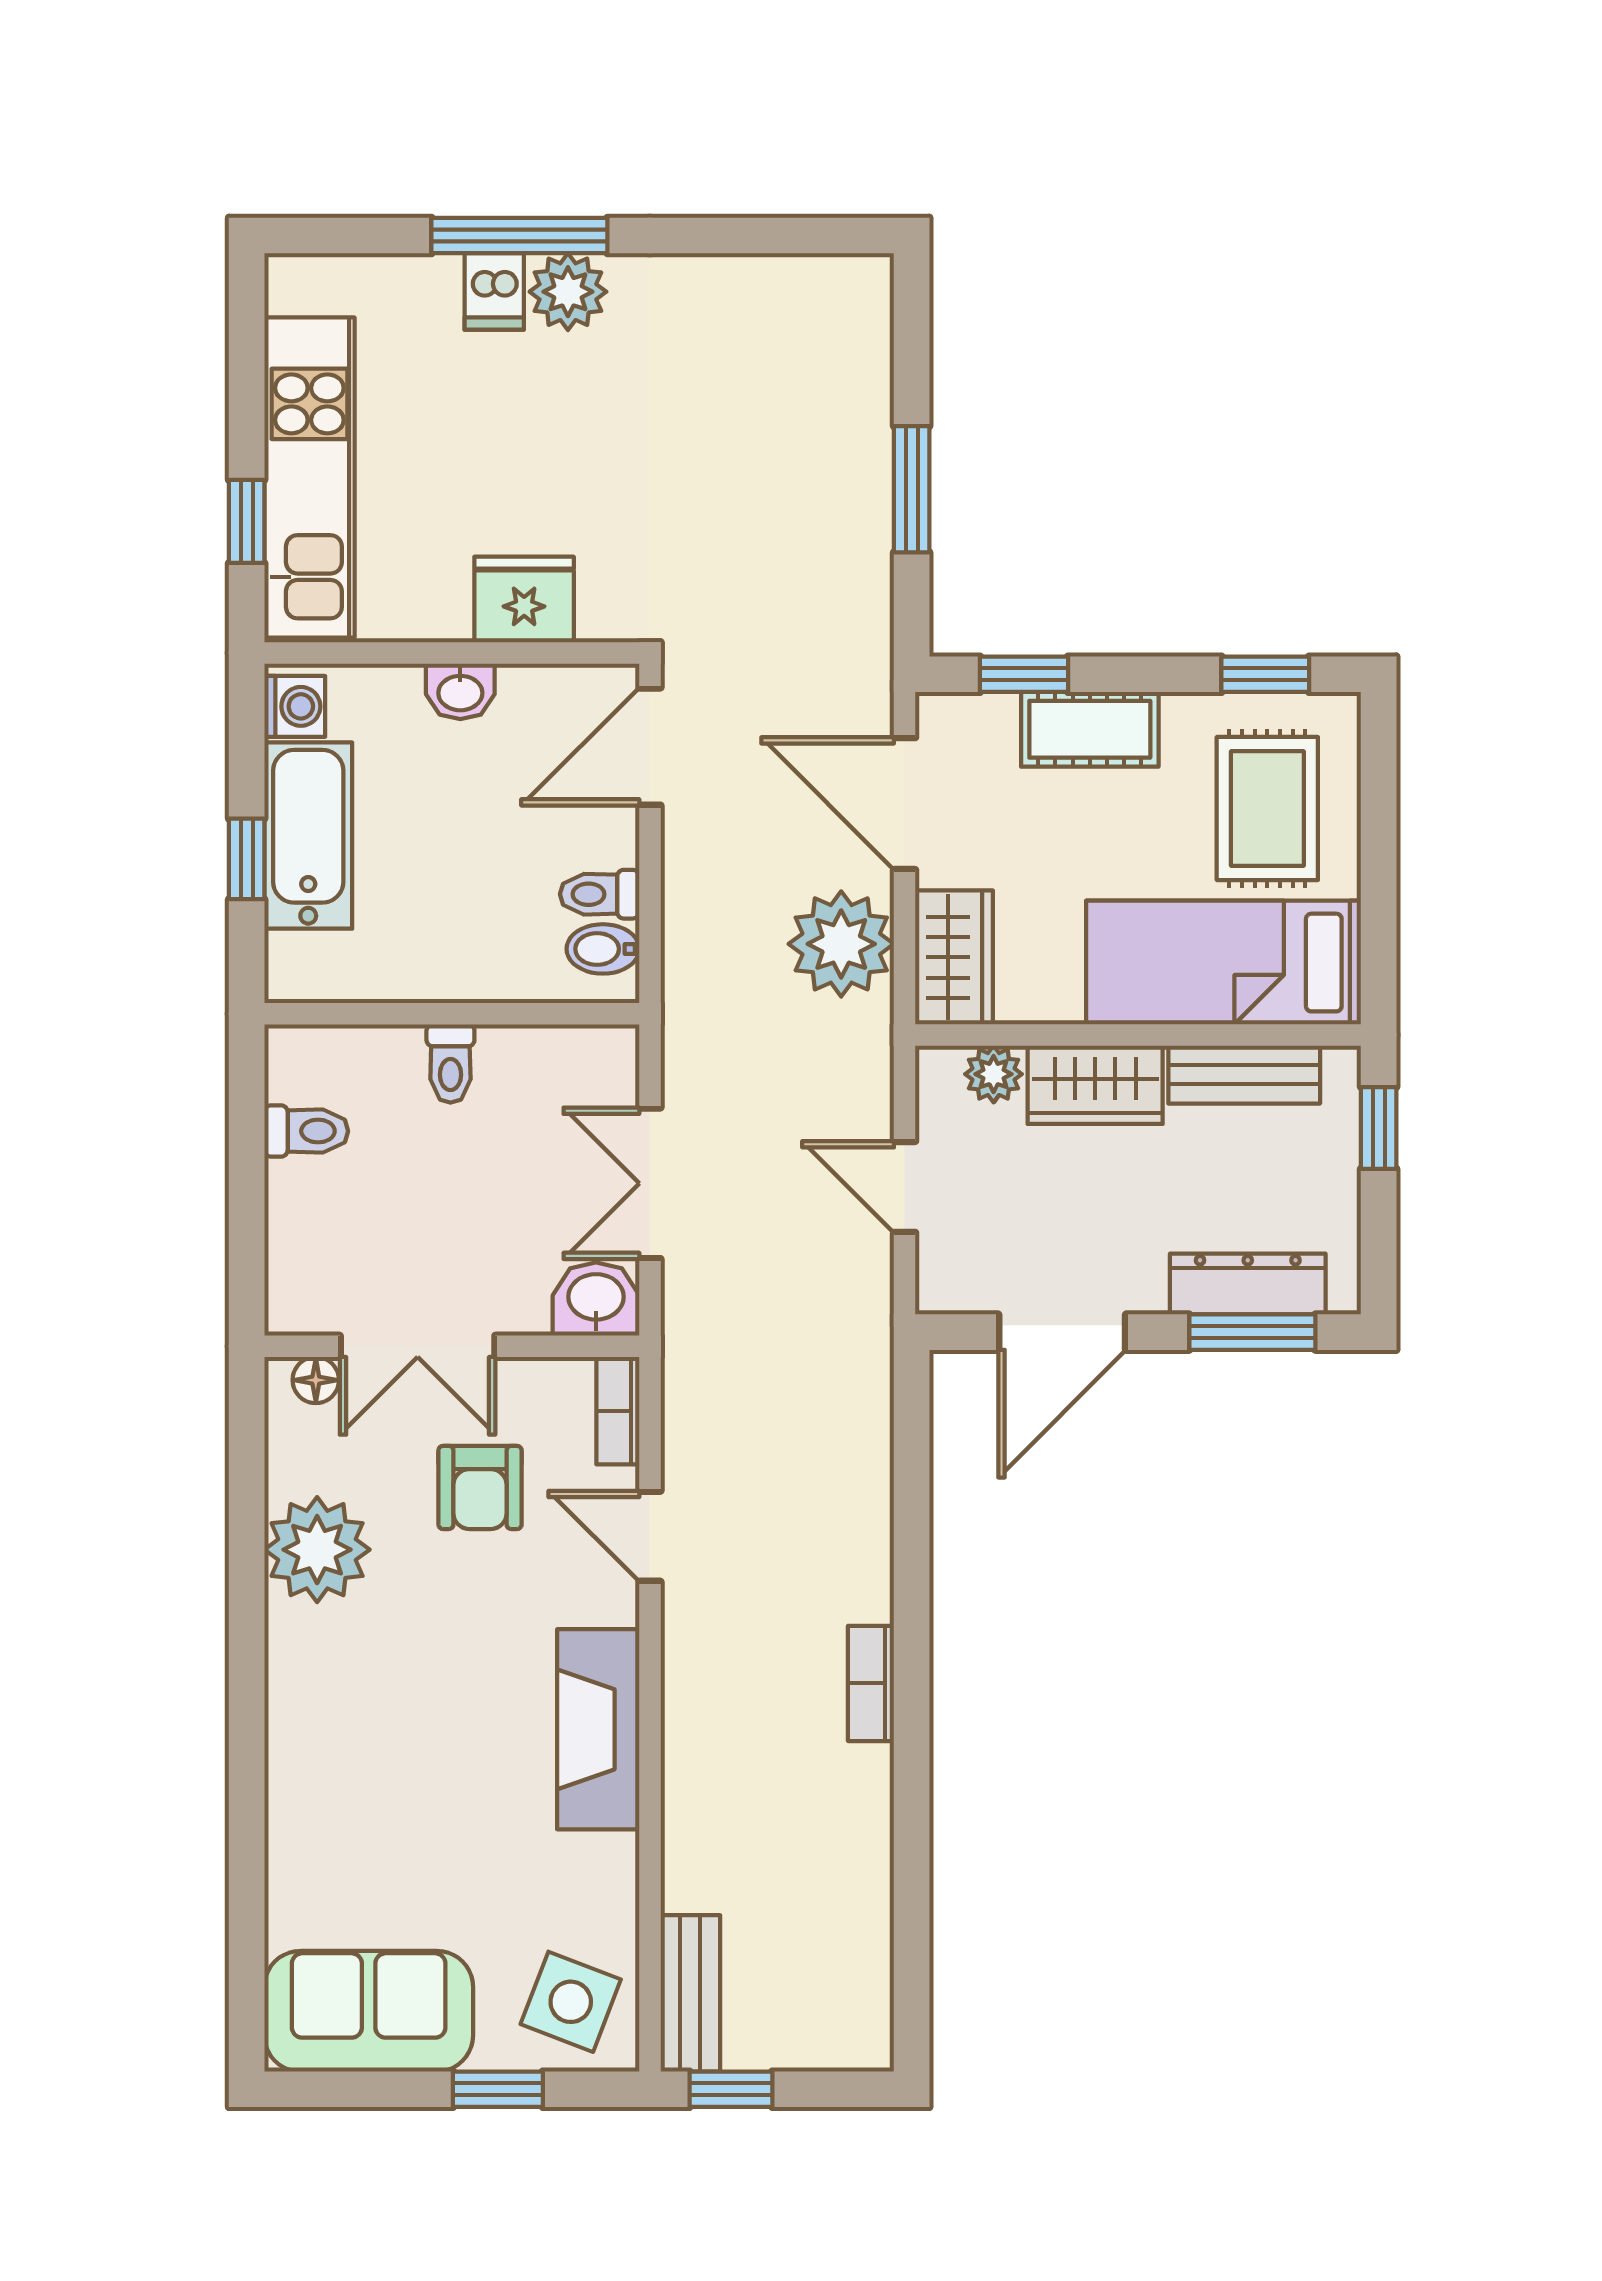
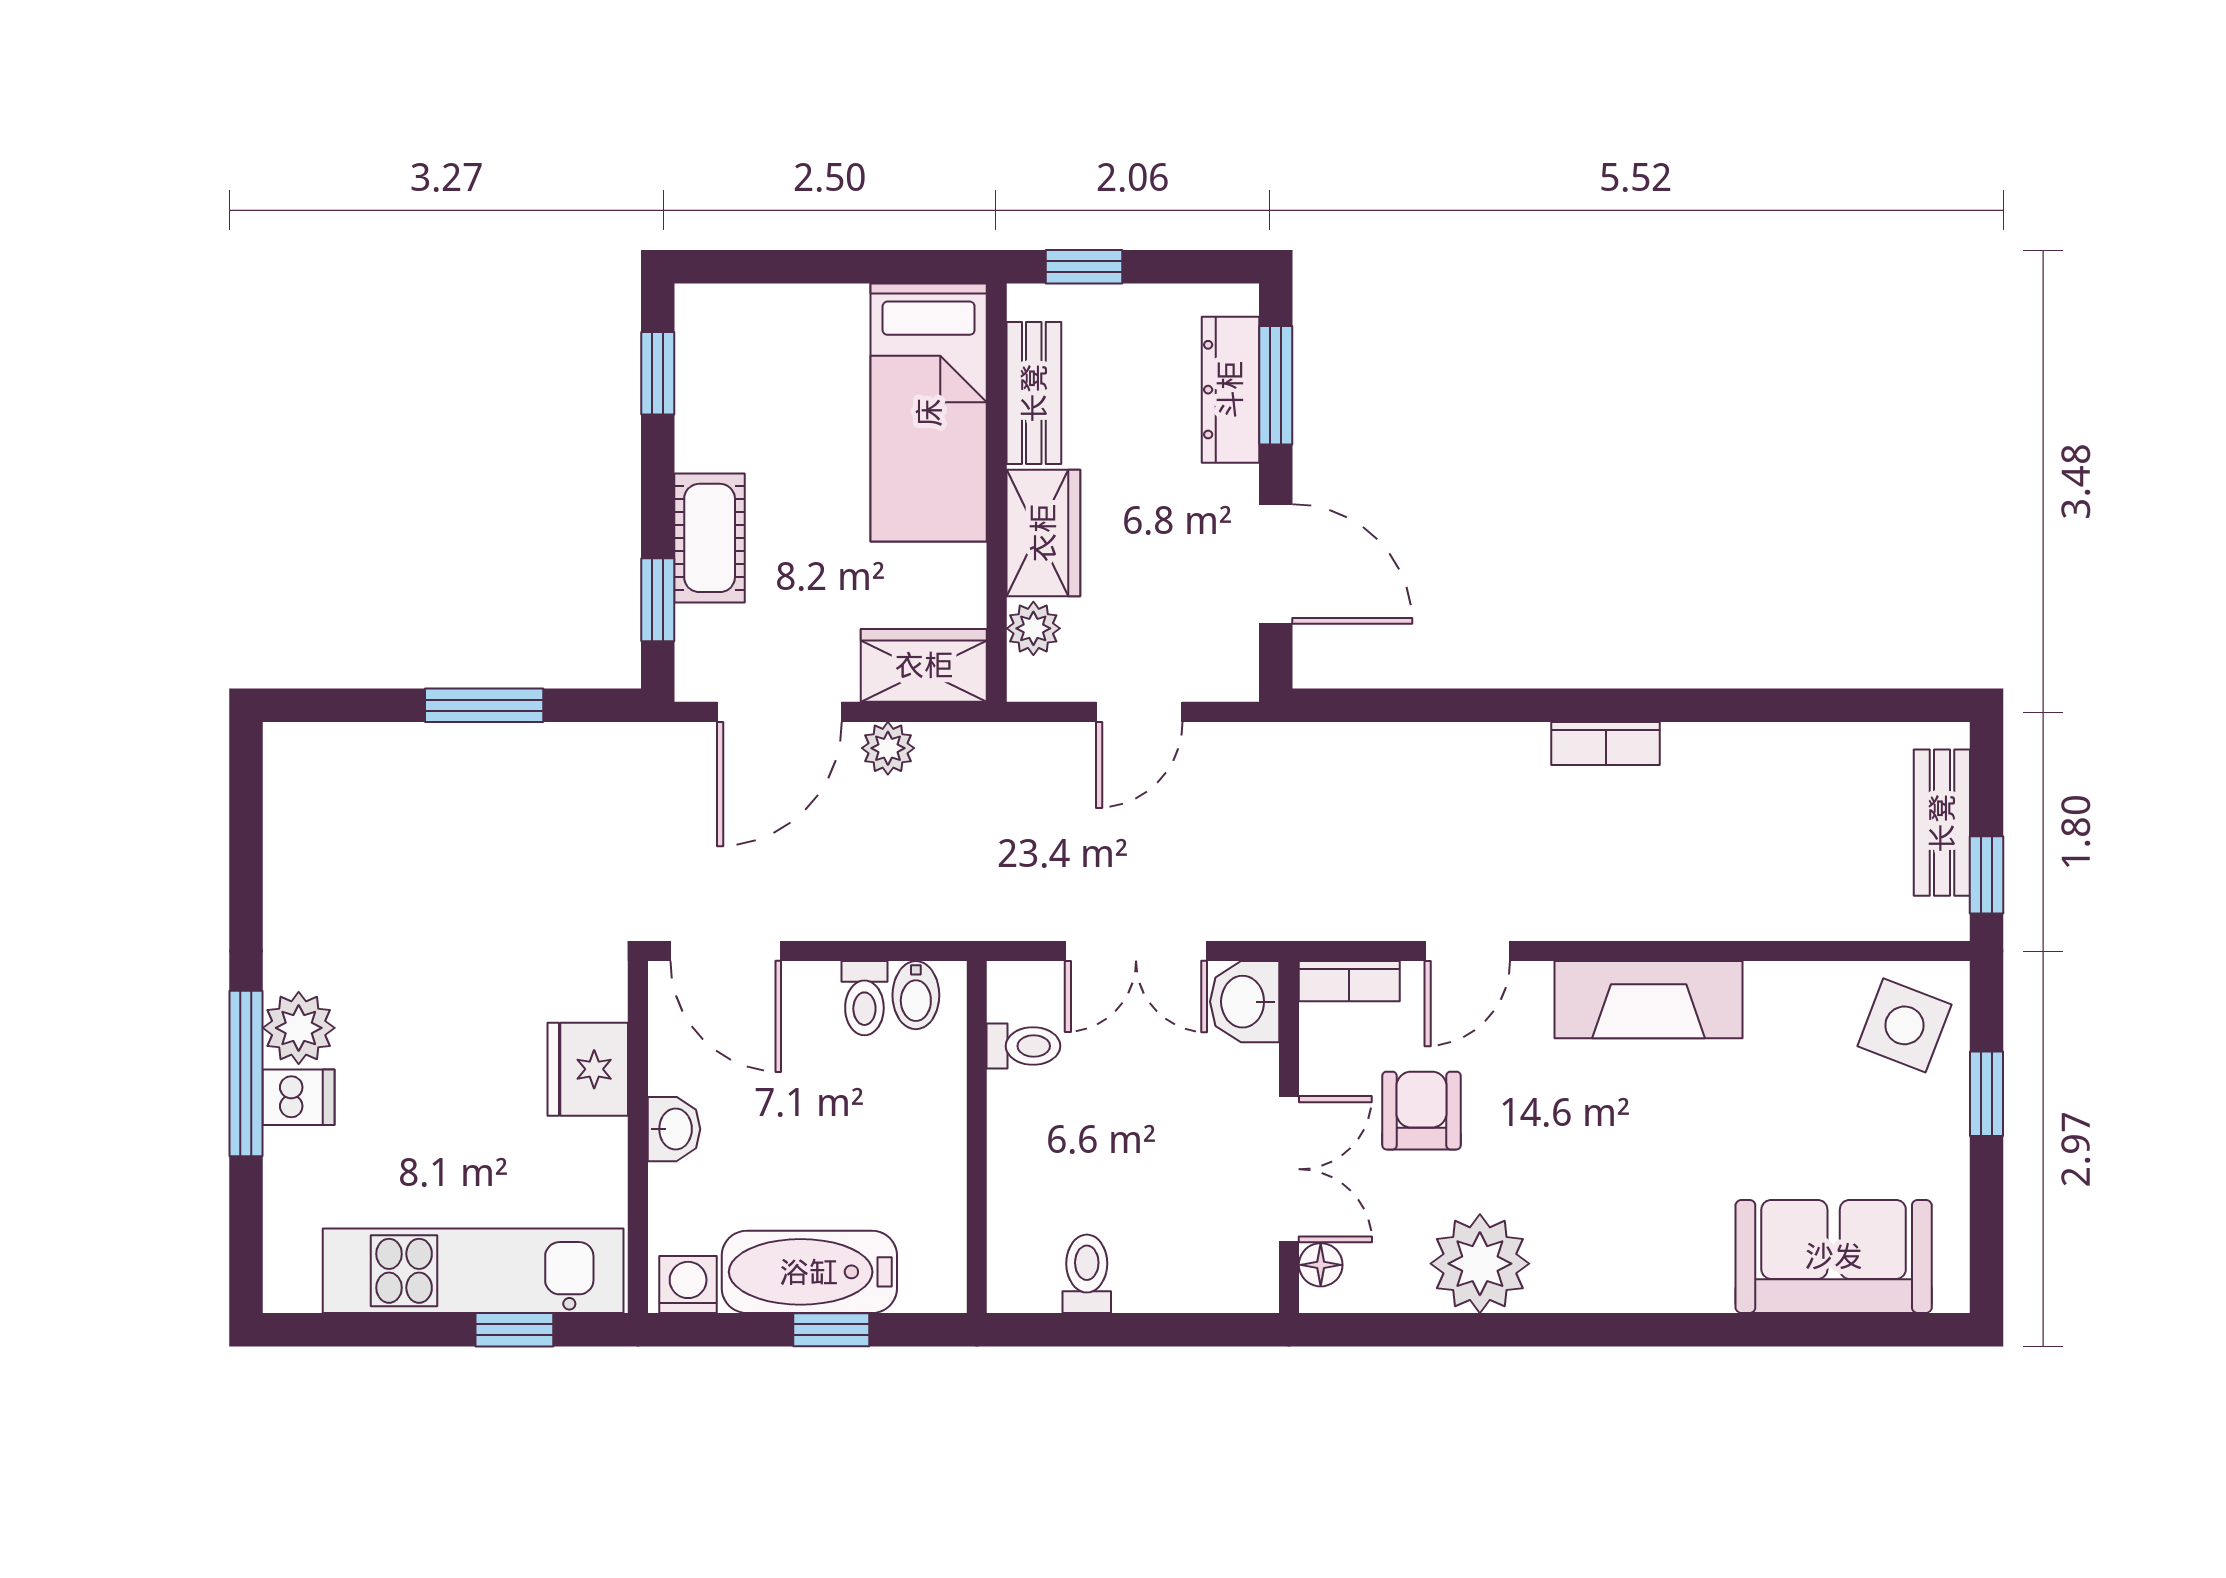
rug: (1267, 809) -> (784, 371), removed
plant: (841, 944) -> (888, 748), width x0.53, depth x0.53
toilet: (450, 1064) -> (1023, 1046), moved
armchair: (480, 1487) -> (1421, 1111), turned -90
bench: (690, 1993) -> (1942, 823), moved, turned 90
sofa: (369, 2011) -> (1834, 1256), moved, turned 90

